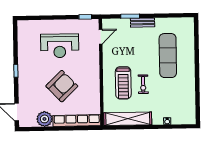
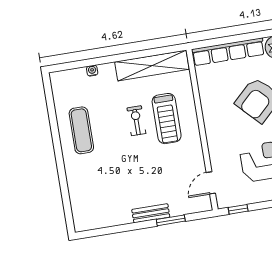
exercise mat: (168, 56) -> (81, 130), moved, width x0.73, depth x0.69
treadmill: (123, 83) -> (167, 119), turned 180

